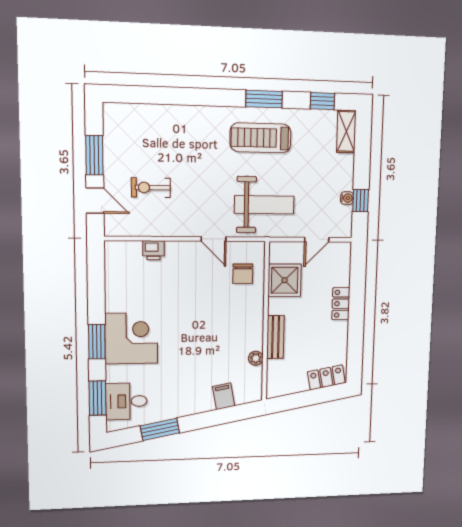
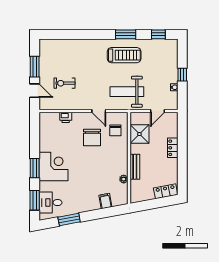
shelving: (346, 131) -> (173, 50), removed
treadmill: (261, 138) -> (124, 55), turned 180
window: (361, 201) -> (182, 75), moved
weight bench: (264, 205) -> (127, 92), turned 180
chair: (201, 287) -> (92, 138), added

